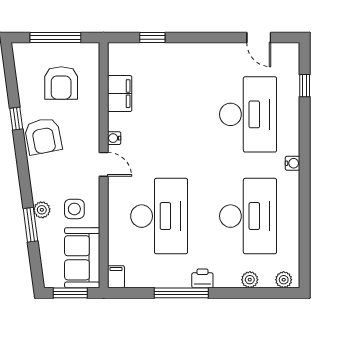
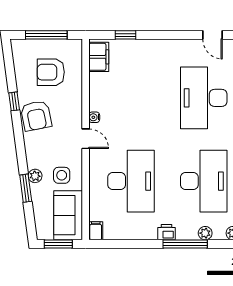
armchair: (61, 83) -> (51, 72), turned 90
filing cabinet: (120, 94) -> (99, 57), moved
desk: (248, 114) -> (204, 98), turned 180
window: (181, 293) -> (185, 244), moved

